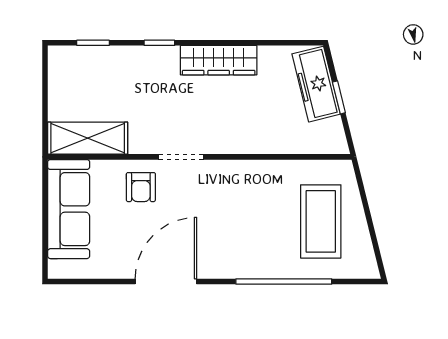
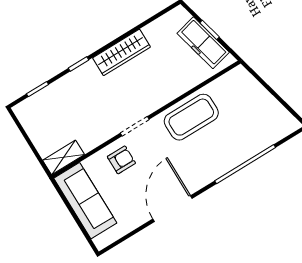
freezer: (316, 84) -> (203, 43), moved
shelving: (88, 138) -> (64, 157), width x0.67, depth x0.75
armchair: (141, 187) -> (121, 160), turned -90
coffee table: (321, 221) -> (191, 117), moved, turned 90

